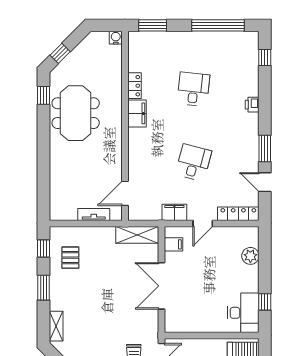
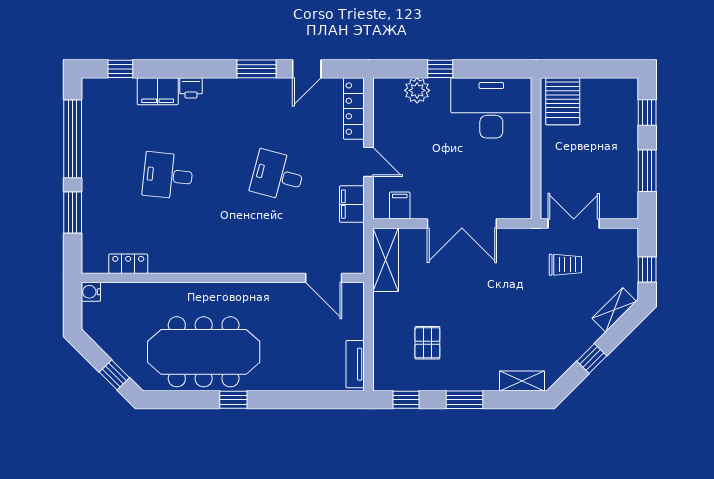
window: (153, 25) -> (73, 212), moved
locker: (134, 86) -> (128, 264), moved
window: (43, 95) -> (233, 400), moved
meeting table: (76, 113) -> (204, 352), width x1.36
filing cabinet: (137, 113) -> (158, 91), moved, turned 180
tv unit: (94, 214) -> (355, 364), moved
pallet: (70, 258) -> (427, 343), moved, turned 90
window: (265, 302) -> (440, 69), moved
desk: (243, 313) -> (491, 108), width x1.36, depth x1.30

